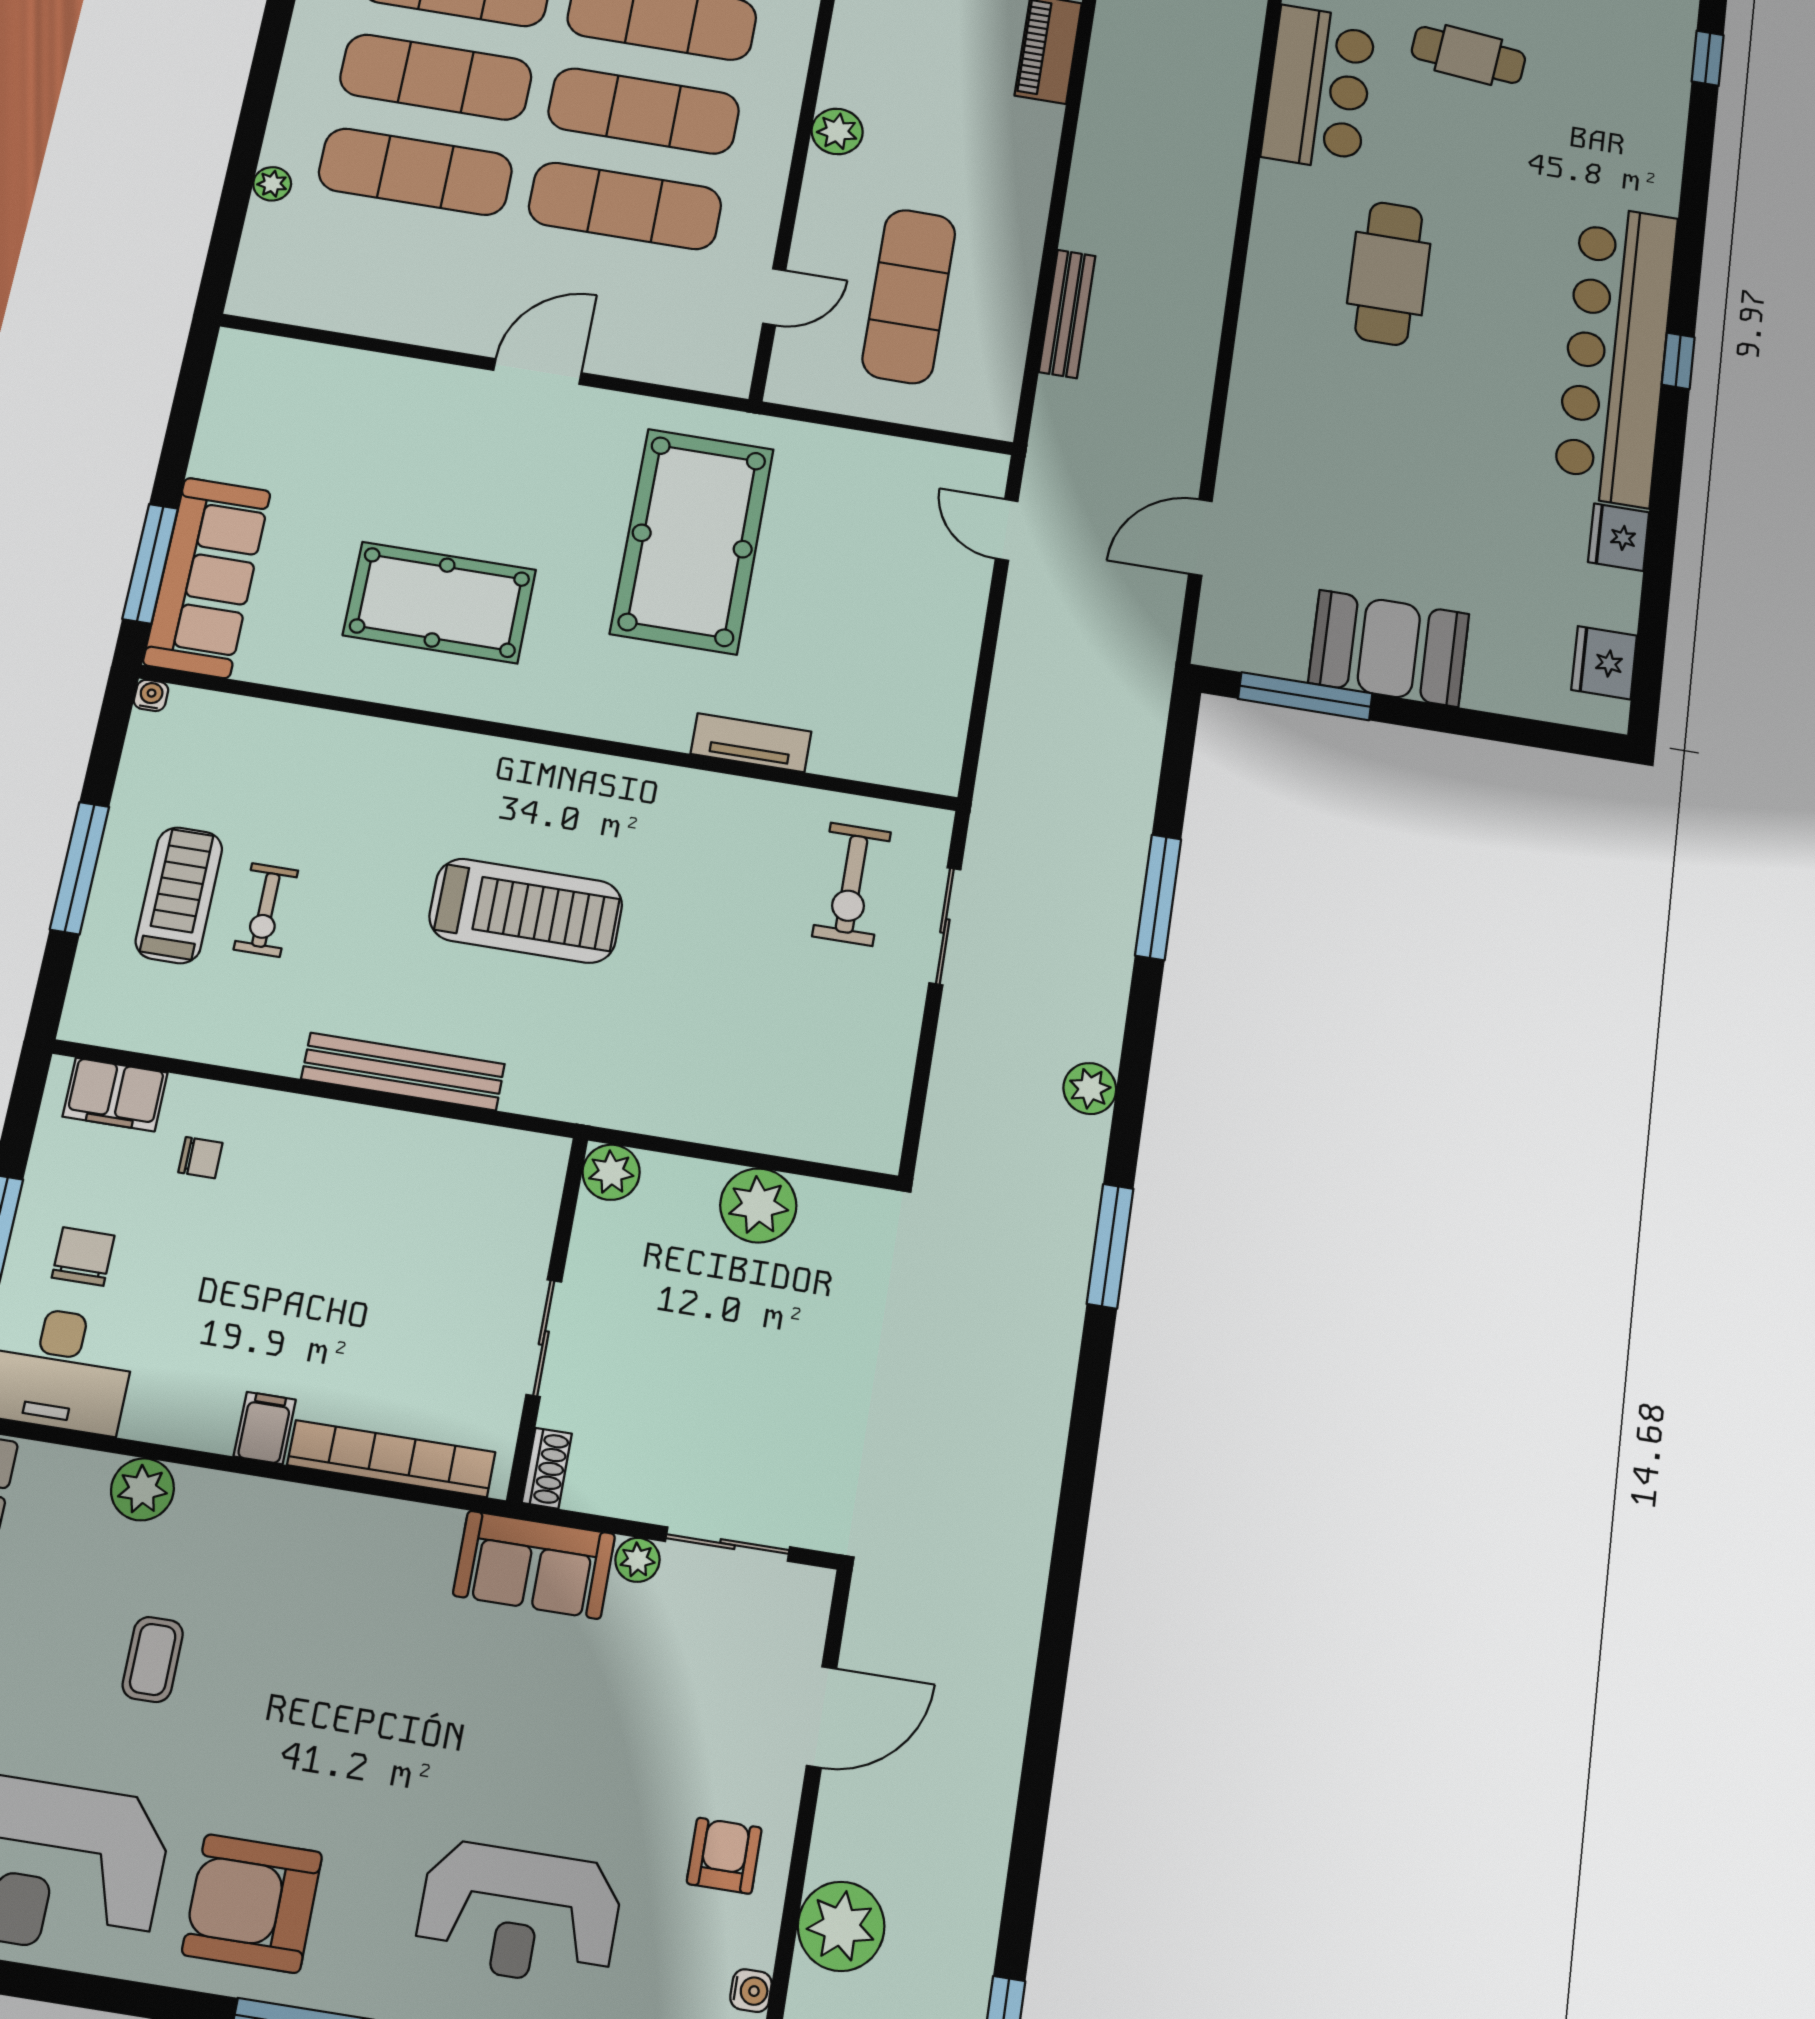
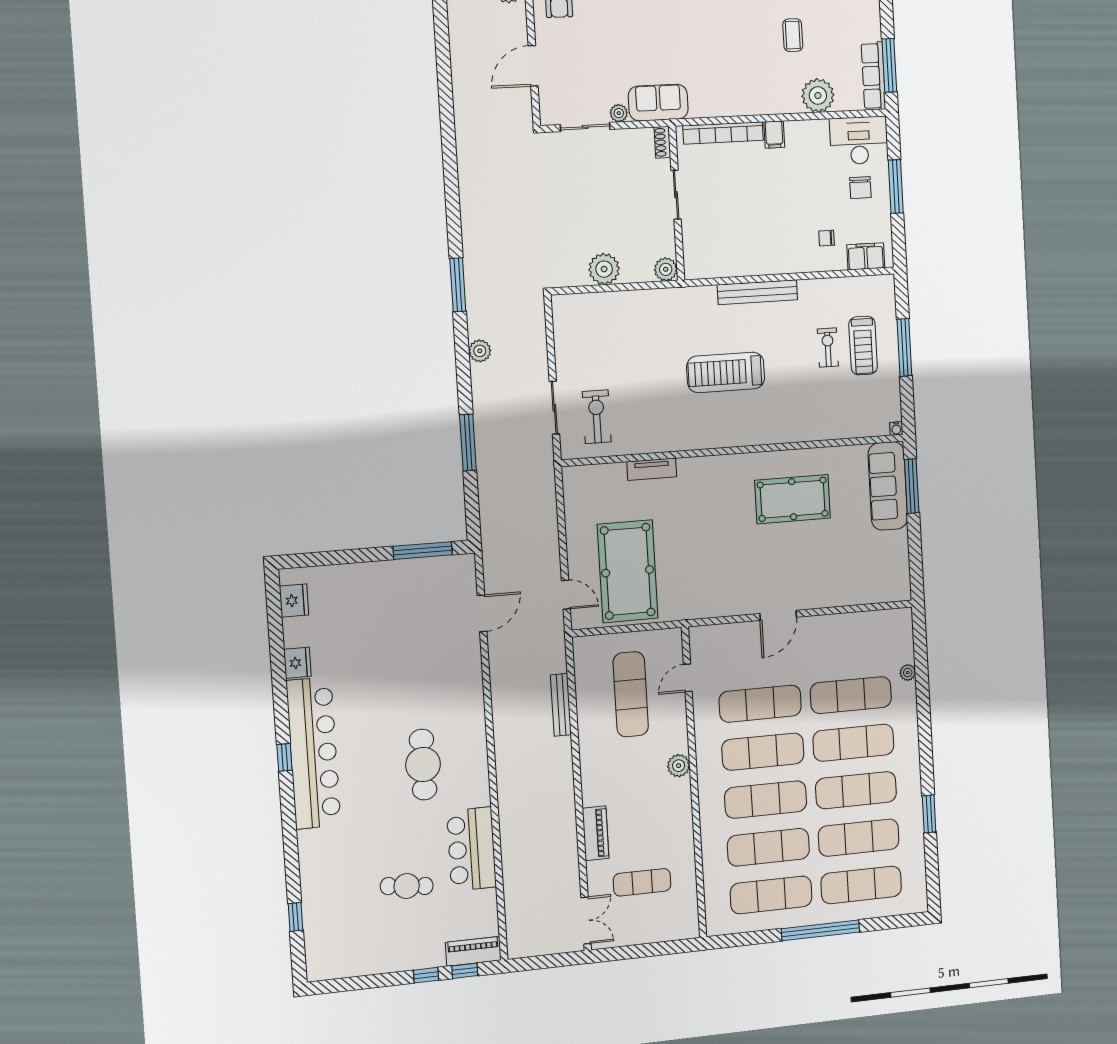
pool table: (692, 541) -> (628, 571), moved
booth: (1389, 648) -> (390, 583), removed
plant: (142, 1489) -> (818, 95), width x1.36, depth x1.36

